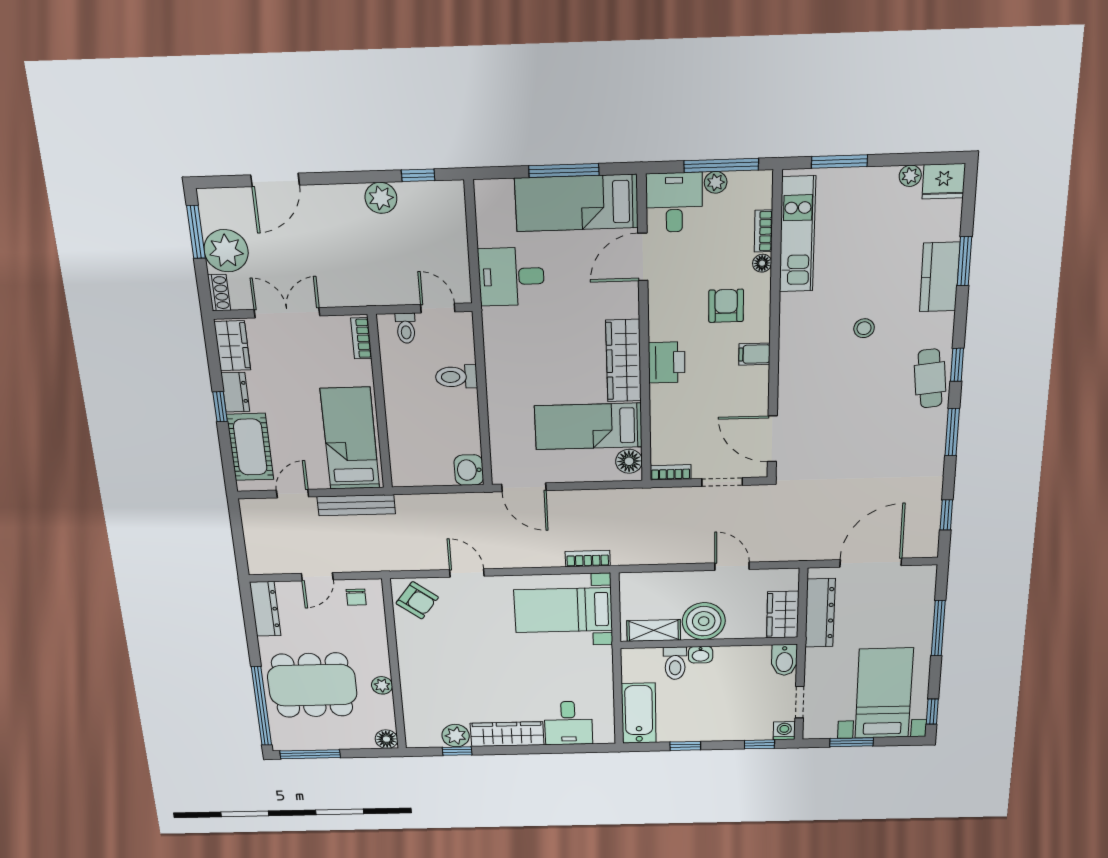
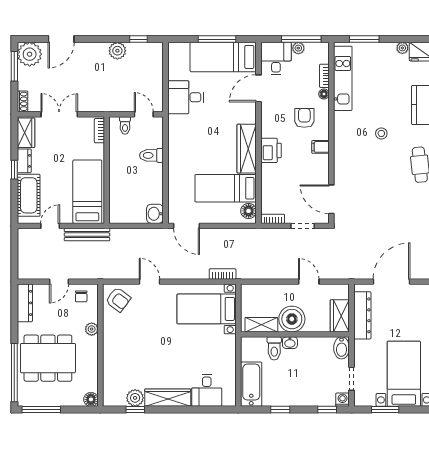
plant: (226, 251) -> (30, 54), moved
plant: (382, 685) -> (92, 329), moved

